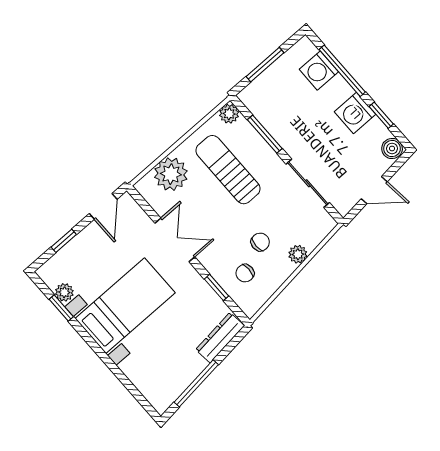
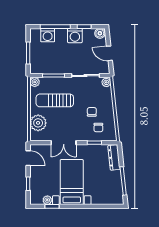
door: (374, 190) -> (109, 53), swing flipped
double door: (175, 240) -> (64, 143), swing flipped
plant: (298, 254) -> (106, 82), moved

